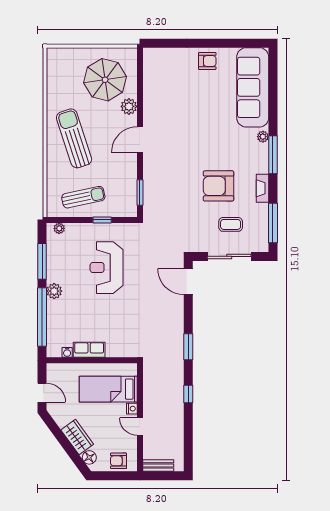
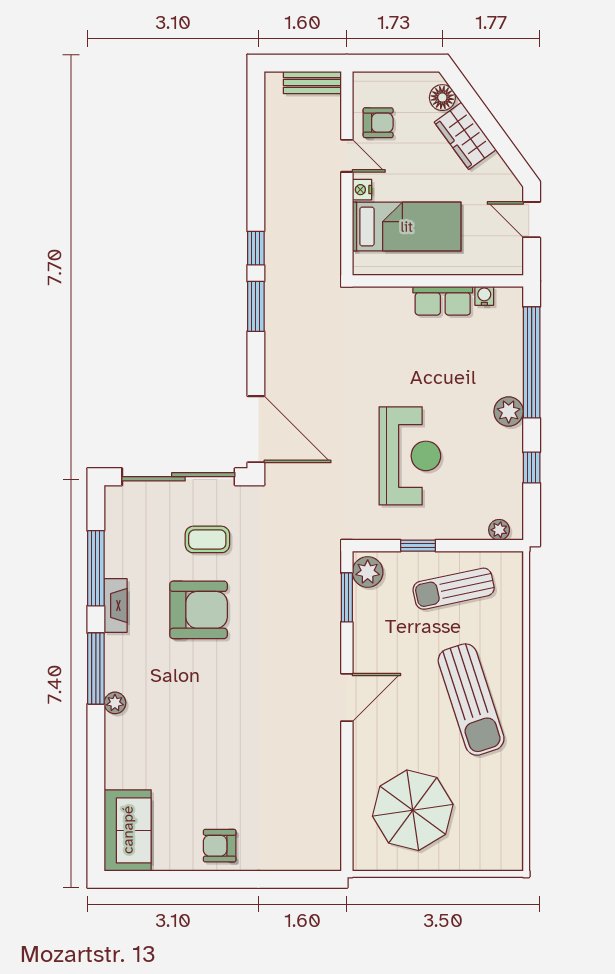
sofa: (253, 87) -> (128, 830), width x0.54, depth x0.79
plant: (129, 106) -> (368, 572), moved
window: (273, 223) -> (96, 568), moved
coffee table: (231, 224) -> (207, 539), moved
sliding door: (229, 256) -> (178, 477), width x1.36
window: (42, 261) -> (532, 468), width x0.46
door: (188, 282) -> (256, 429), width x1.36
window: (188, 394) -> (256, 248), moved
armchair: (119, 461) -> (378, 123), moved

